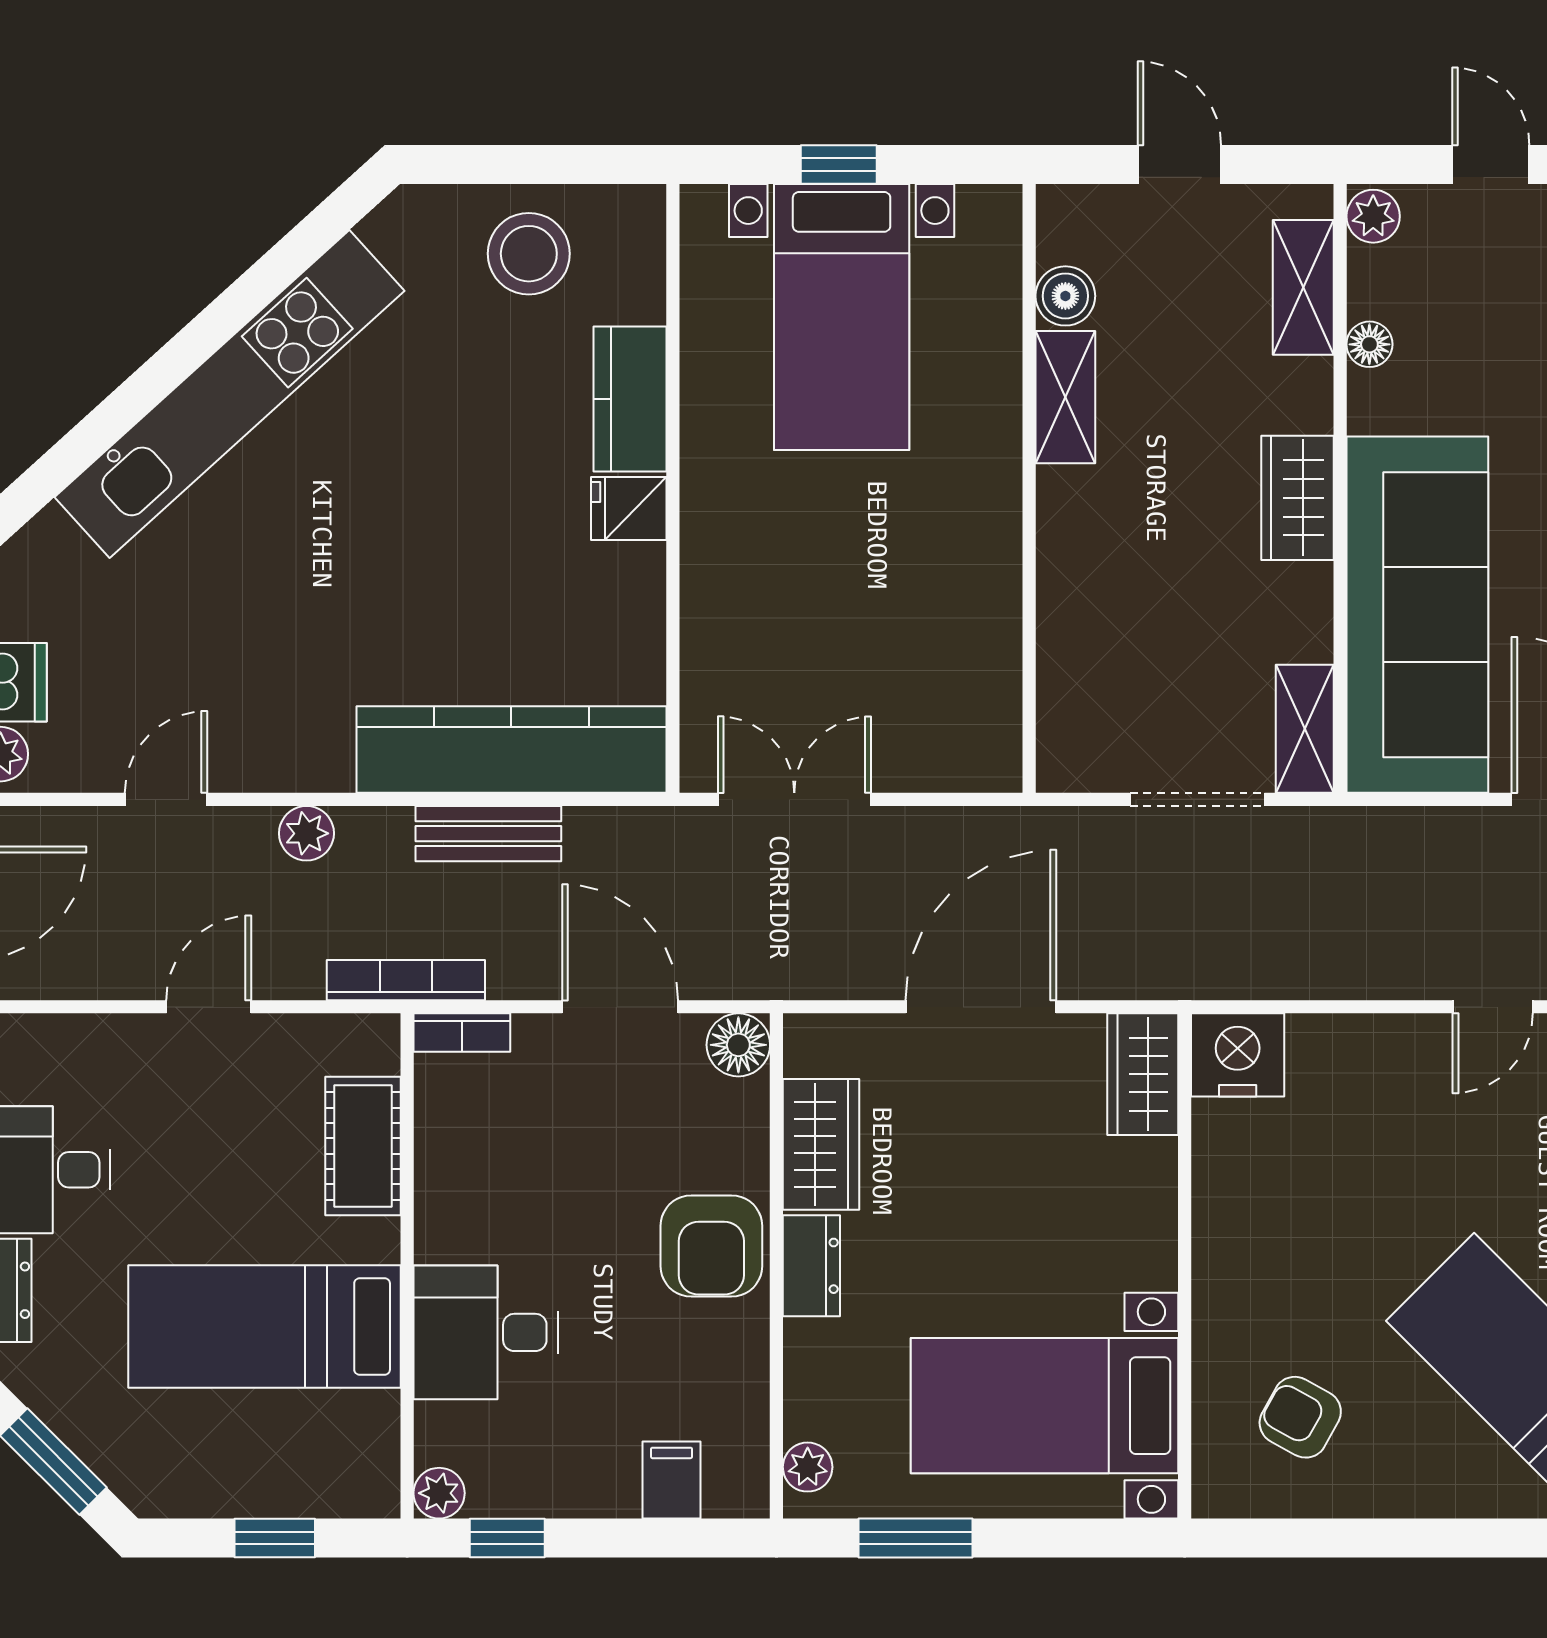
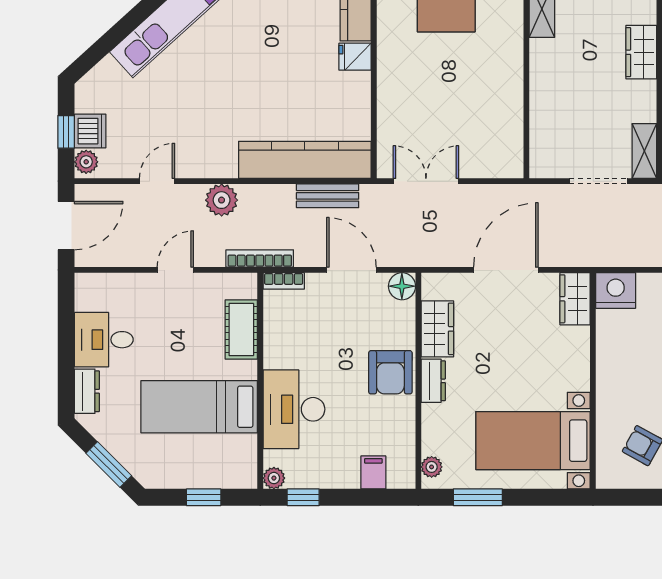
plant: (306, 833) -> (222, 200), width x1.38, depth x1.38
bench: (488, 834) -> (328, 196), moved
desk: (486, 1332) -> (294, 409), width x1.37

